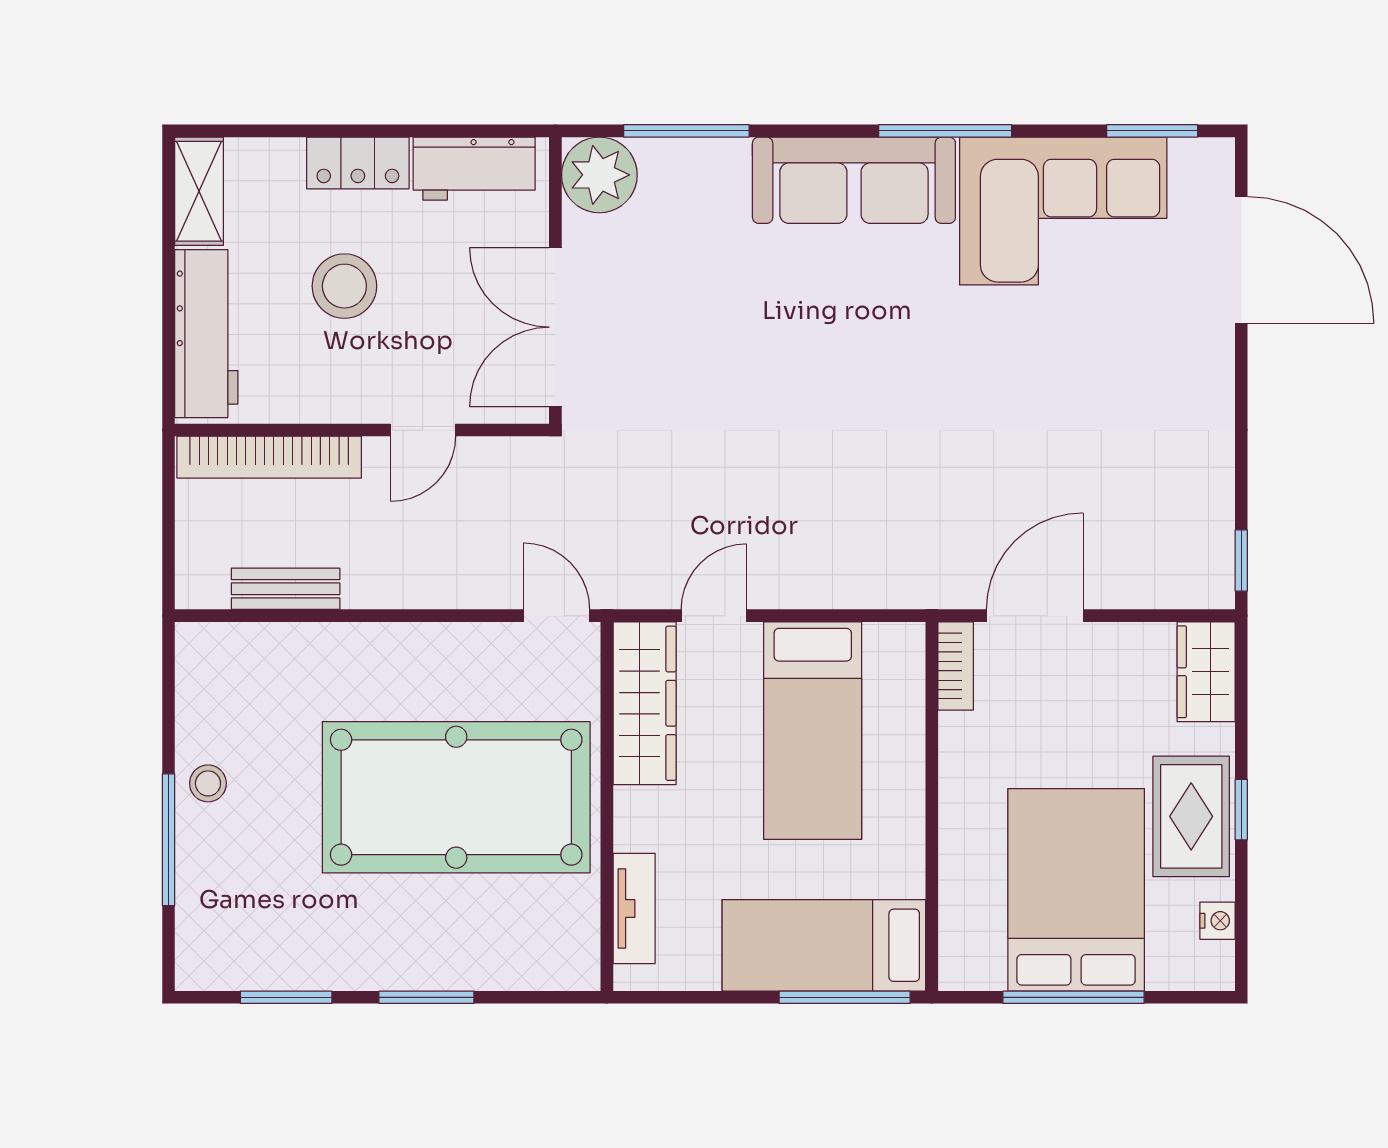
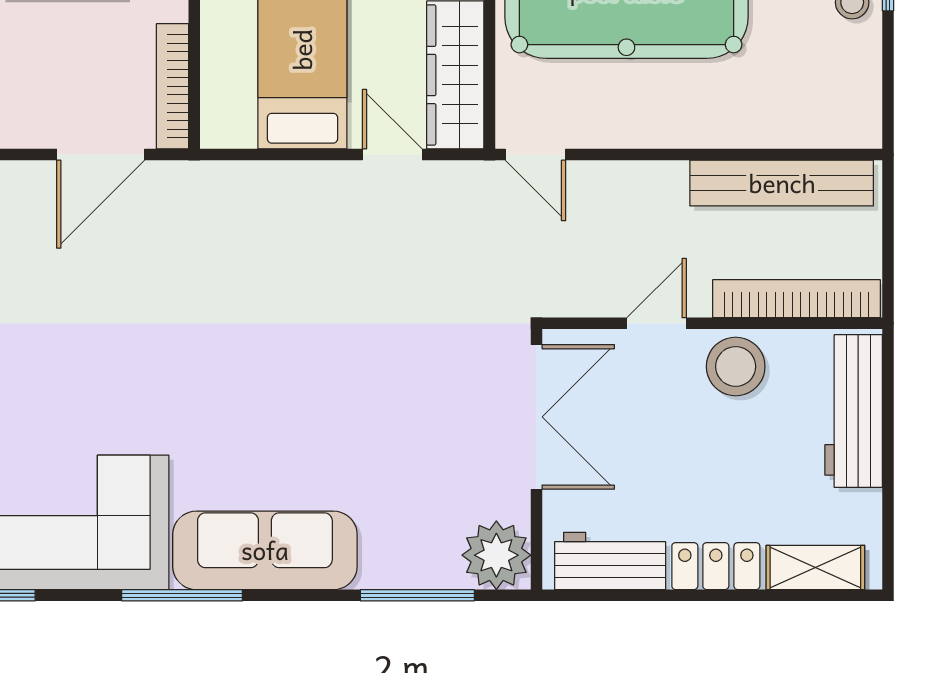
shelving: (199, 191) -> (815, 567), moved, turned 90
stool: (344, 286) -> (736, 366), moved
bench: (286, 589) -> (782, 183), width x1.86, depth x1.21
door: (714, 616) -> (392, 155), swing flipped
bookcase: (956, 666) -> (173, 86), width x1.56

